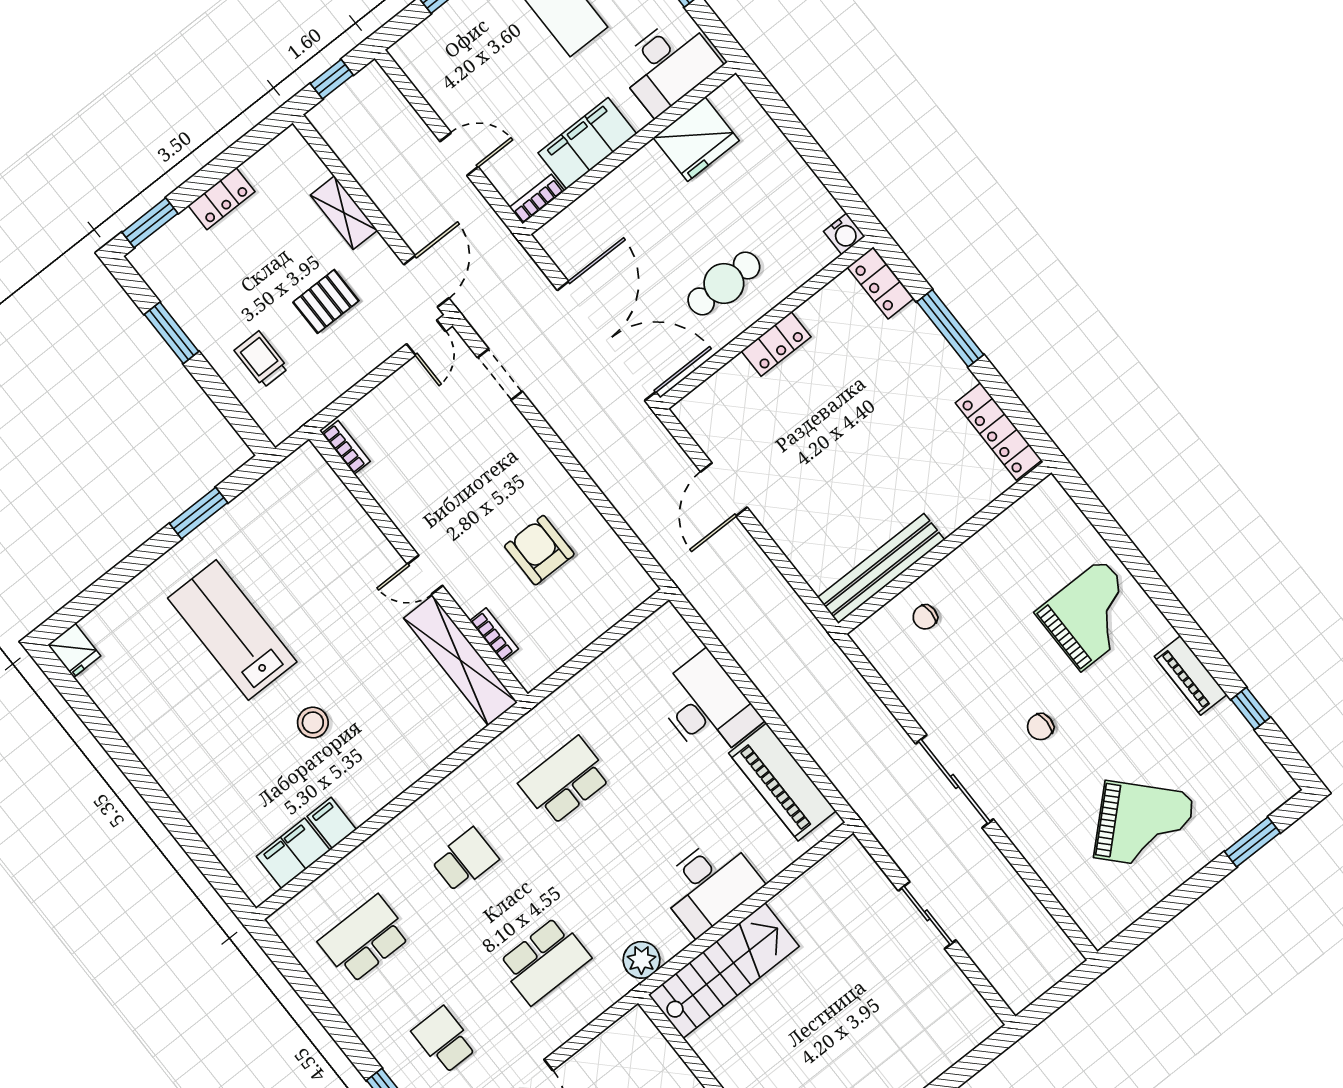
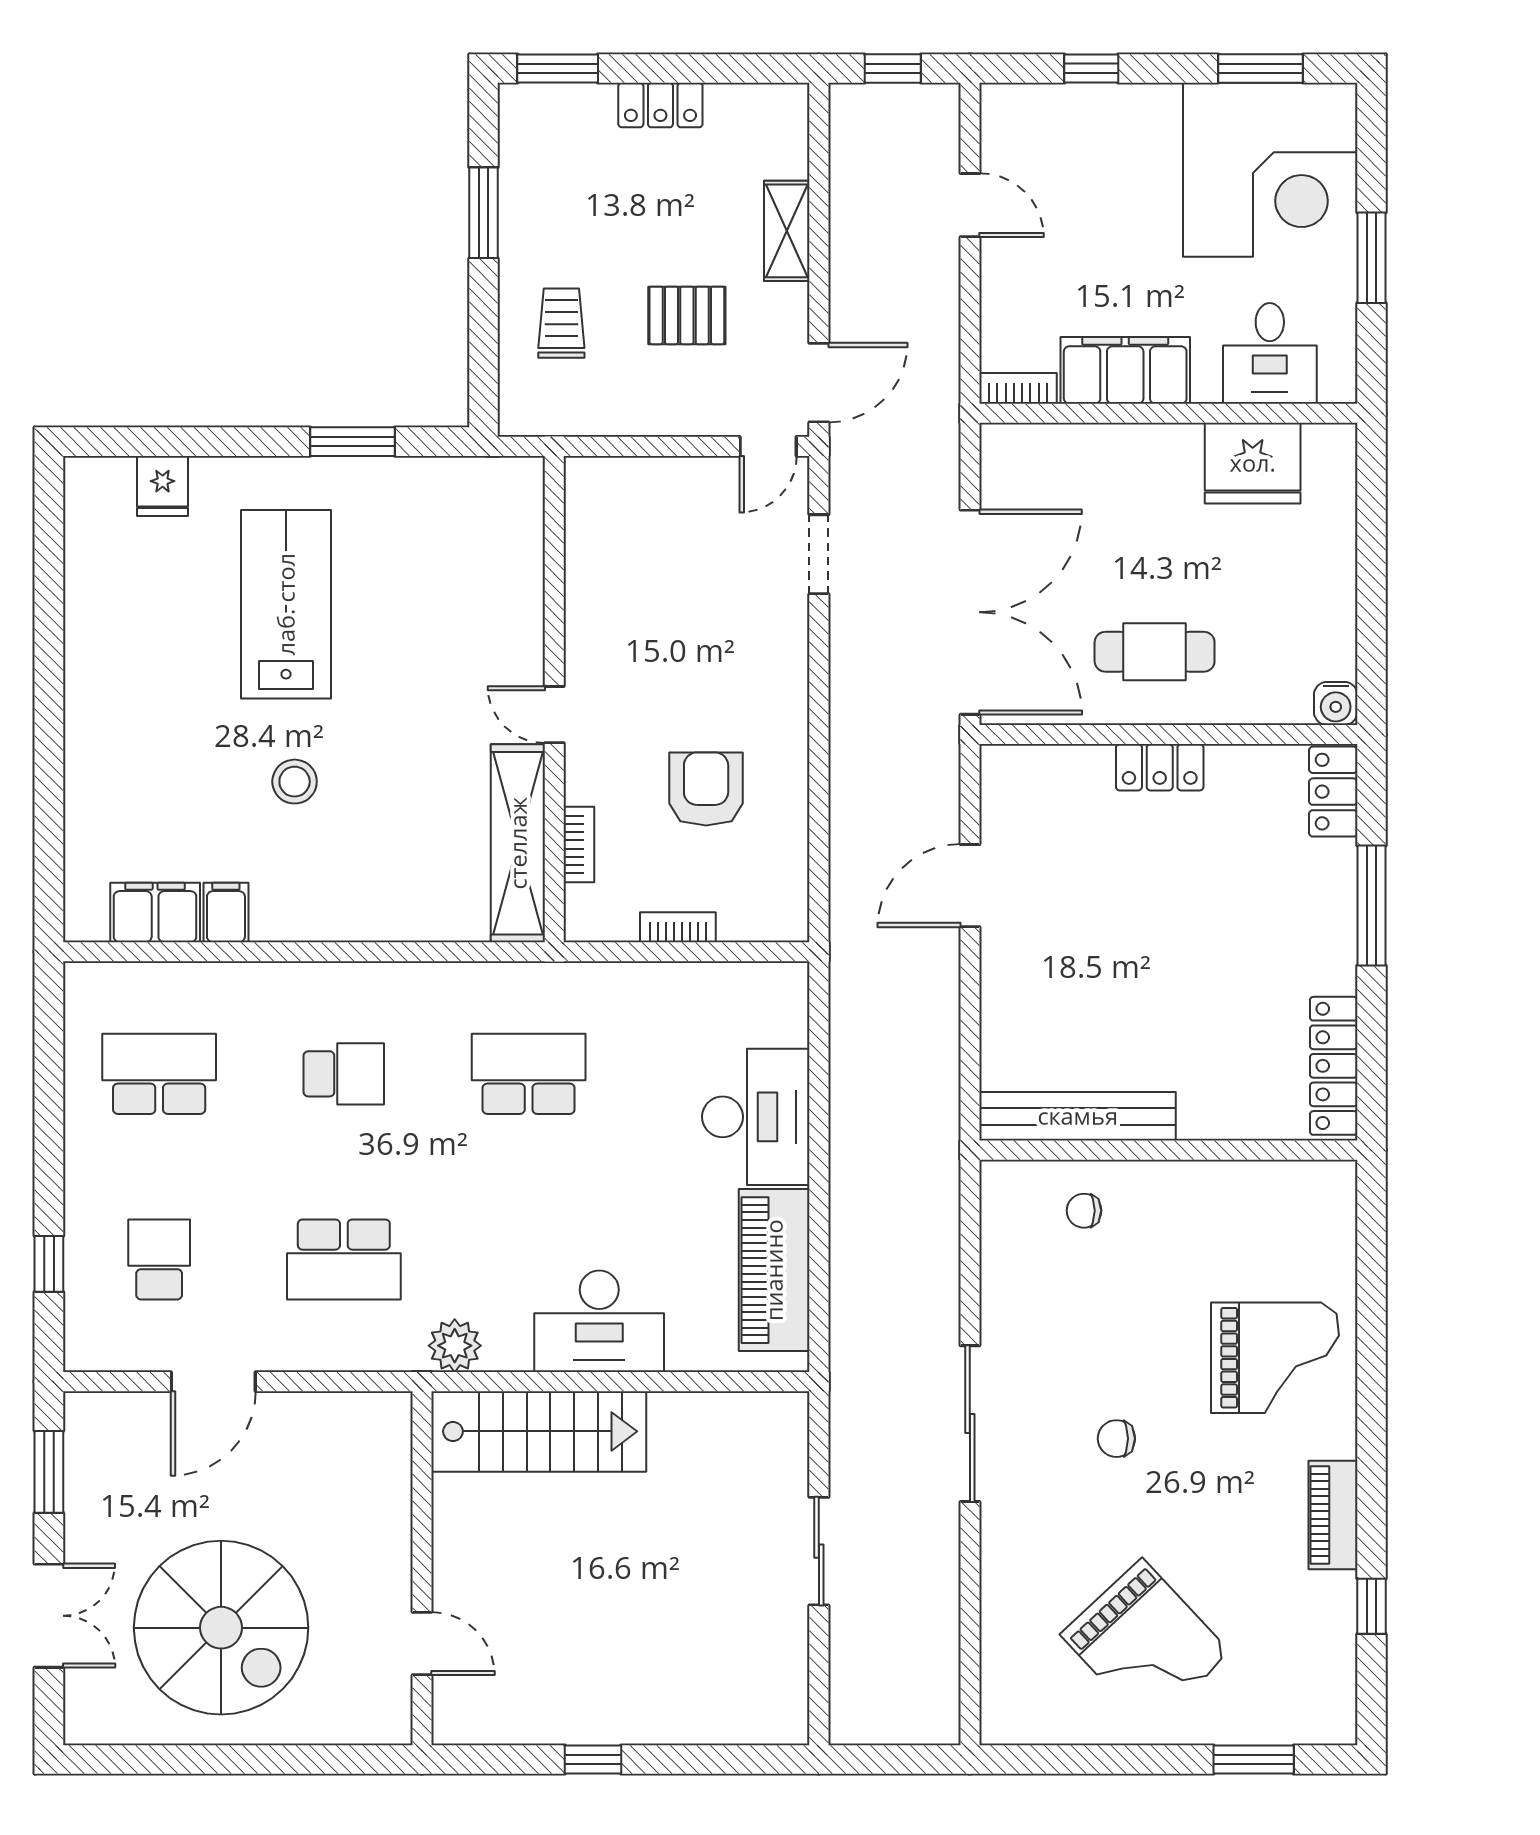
desk: (668, 65) -> (1270, 353), width x0.73
door: (459, 154) -> (970, 205), moved
bookcase: (346, 447) -> (678, 927), moved, turned -90
fridge: (74, 650) -> (163, 486), moved

